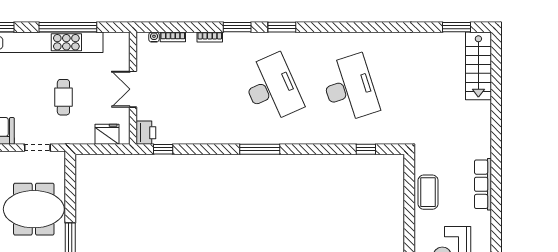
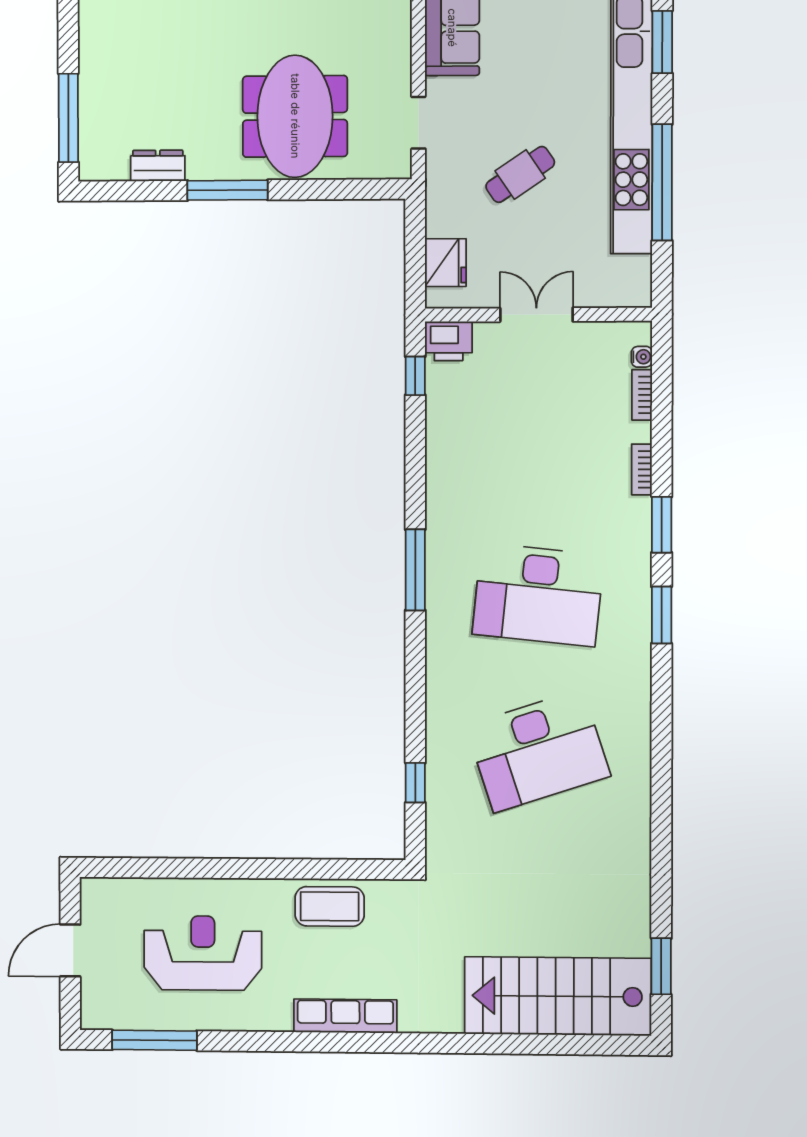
stairs: (478, 66) -> (558, 996), width x1.36, depth x1.51
desk: (272, 88) -> (538, 595), turned 30
cafe table: (63, 97) -> (520, 174), turned -34

